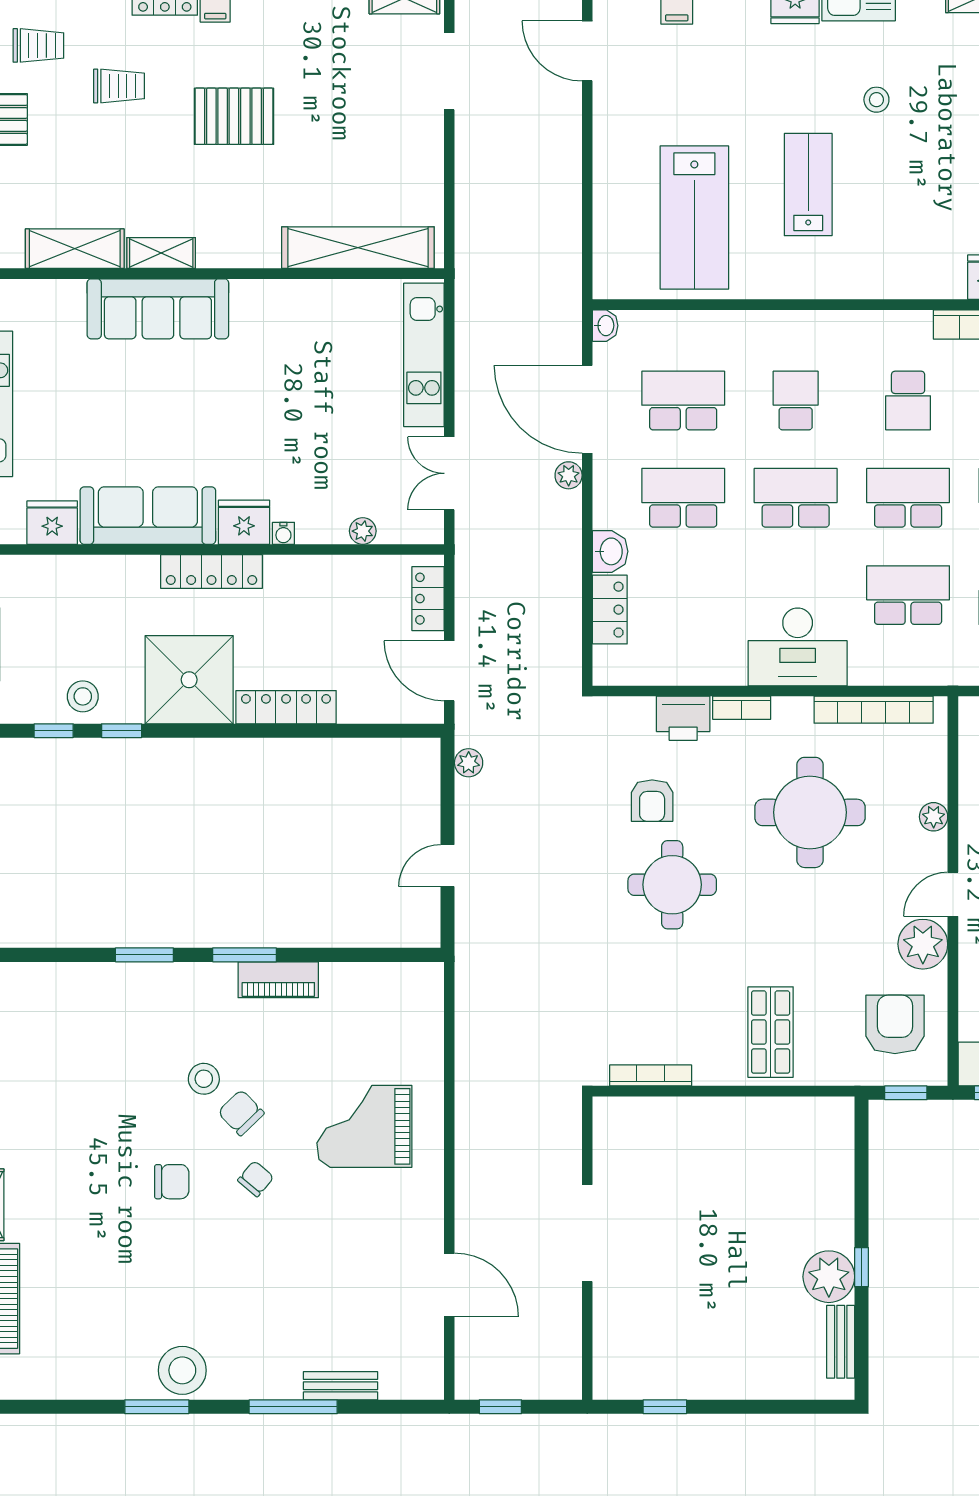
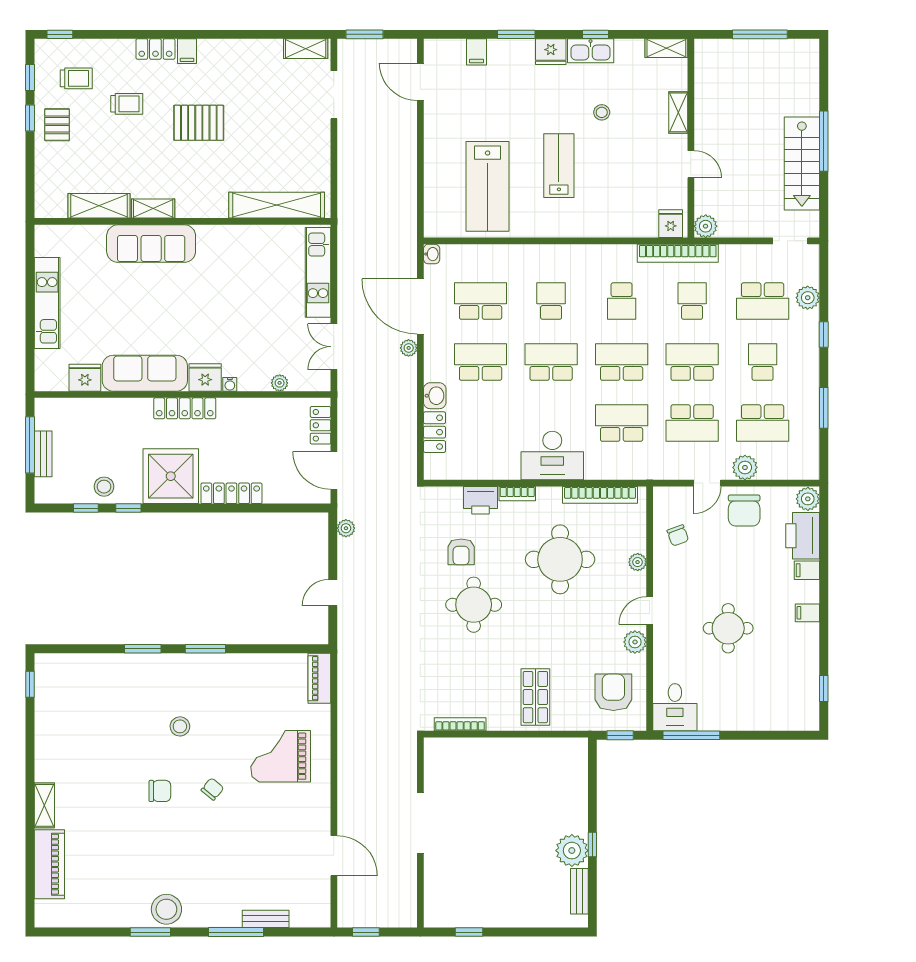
plant: (923, 944) -> (635, 642), width x0.73, depth x0.73
piano: (278, 980) -> (319, 678), moved, turned 90
chair: (241, 1113) -> (203, 748), removed

